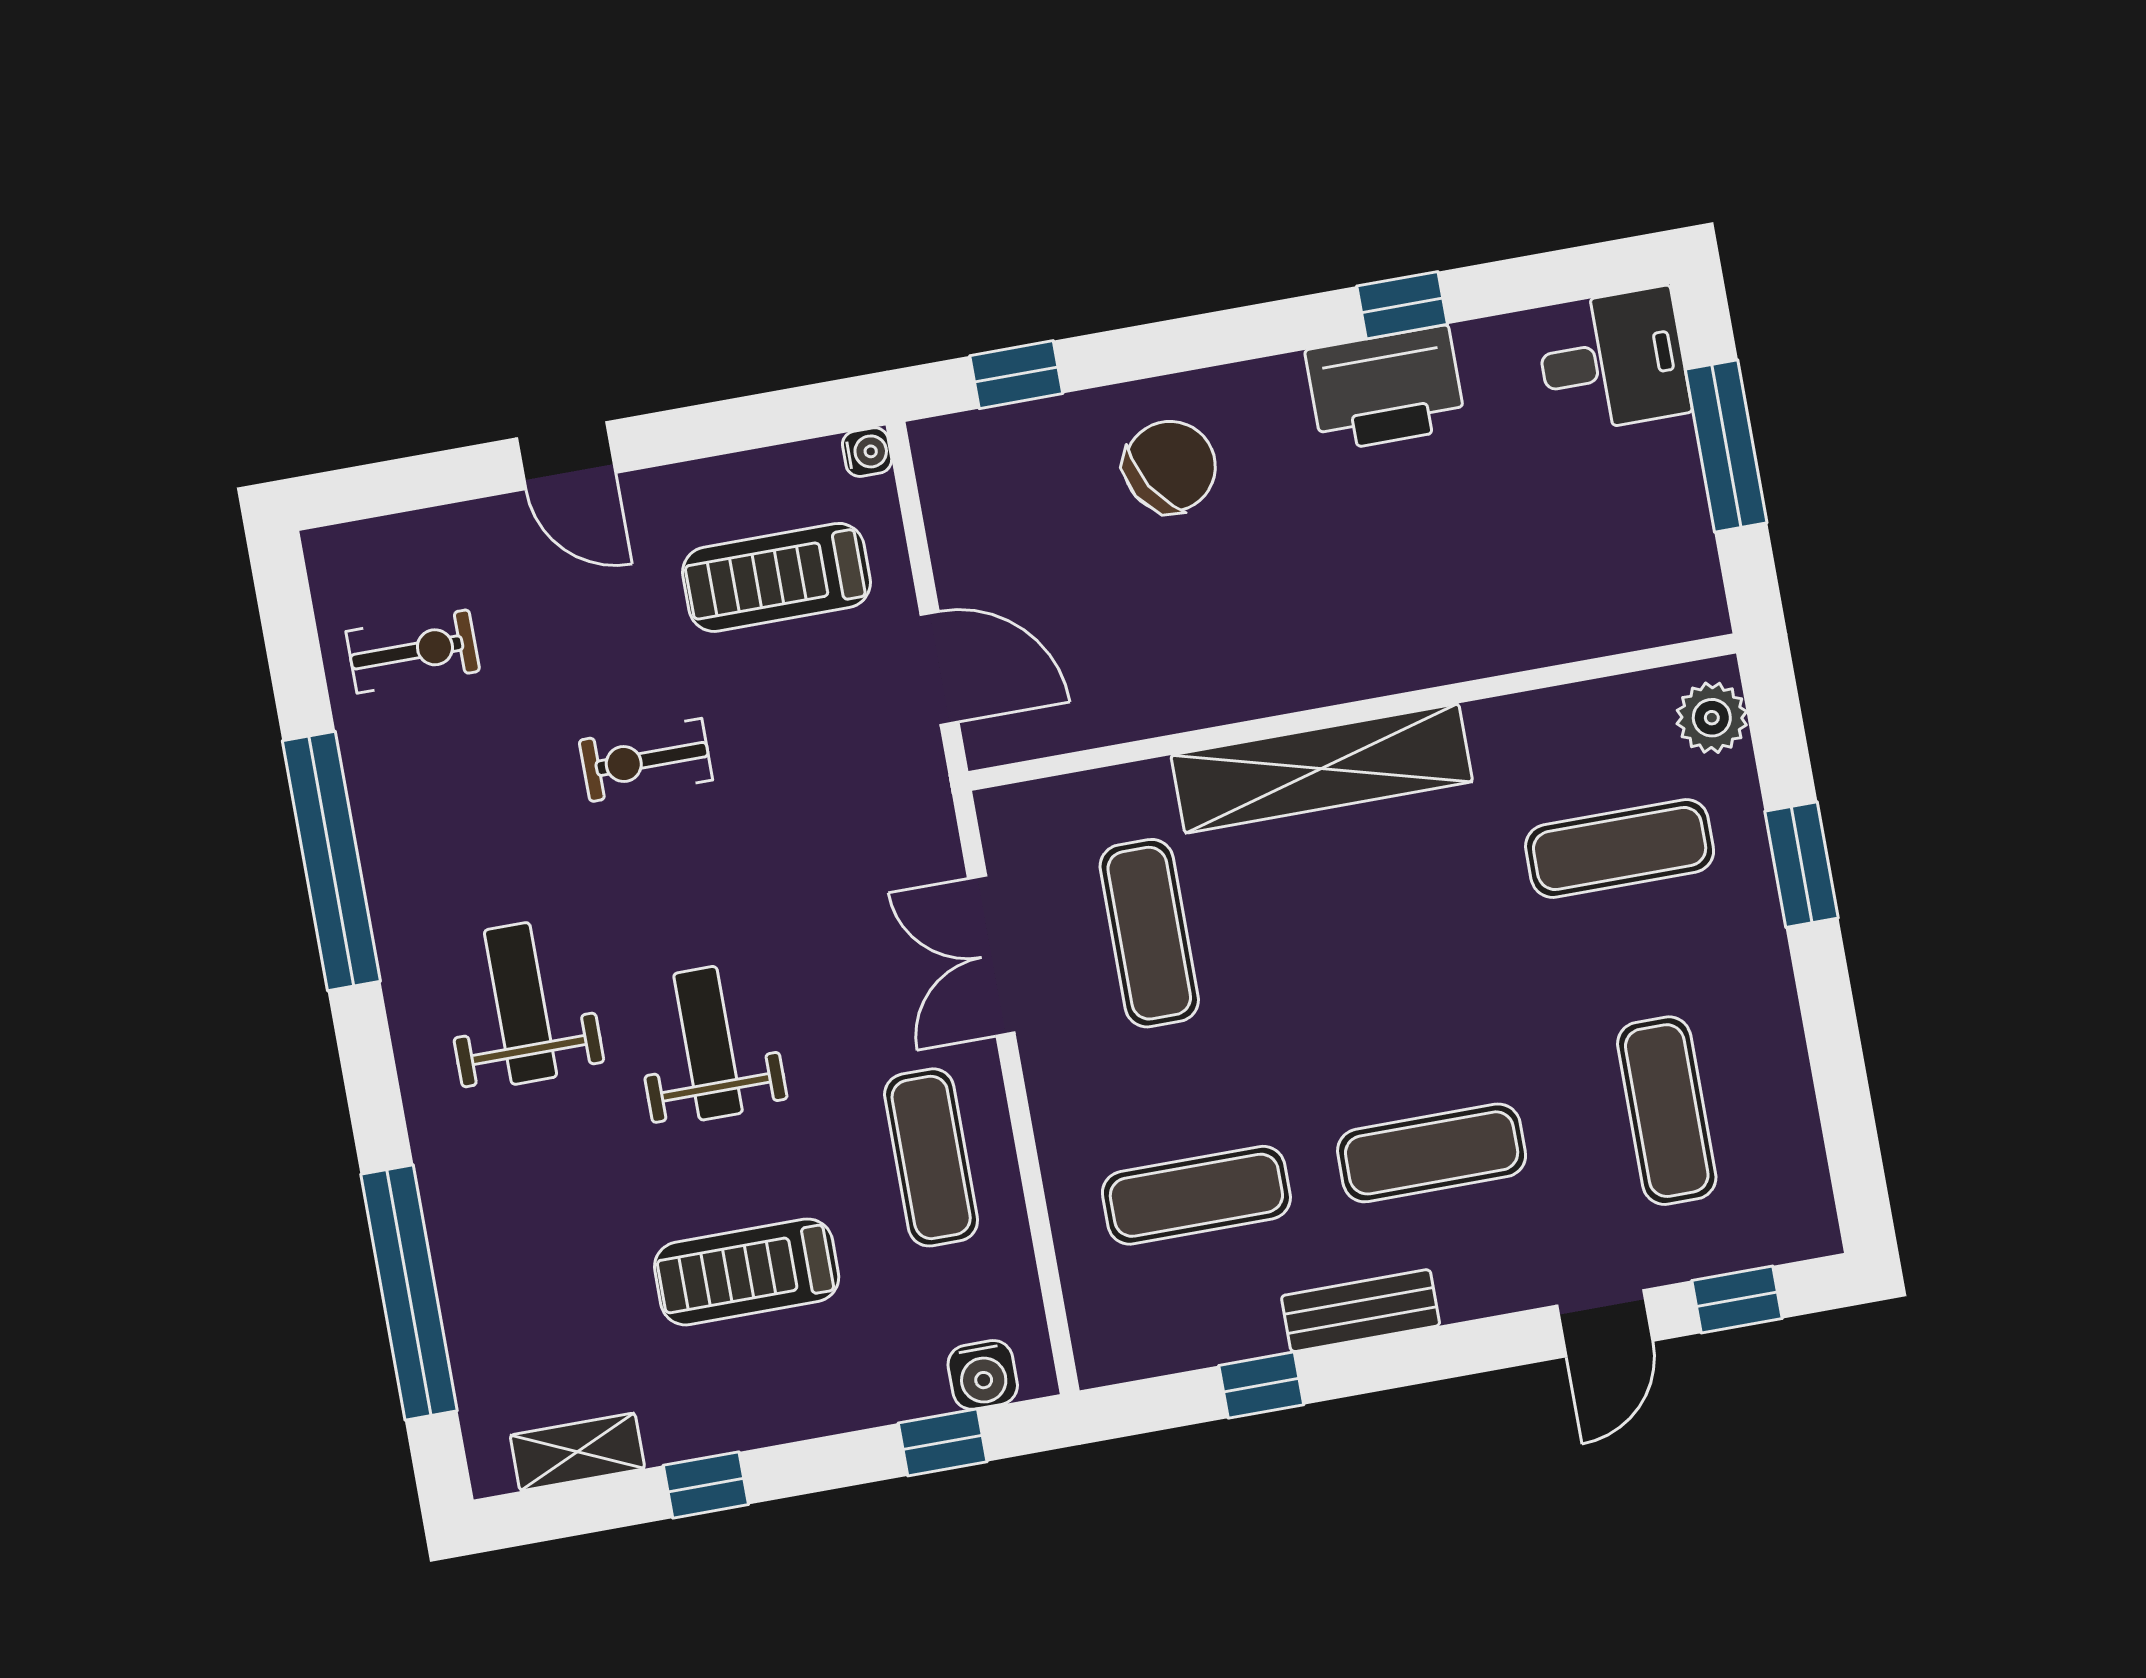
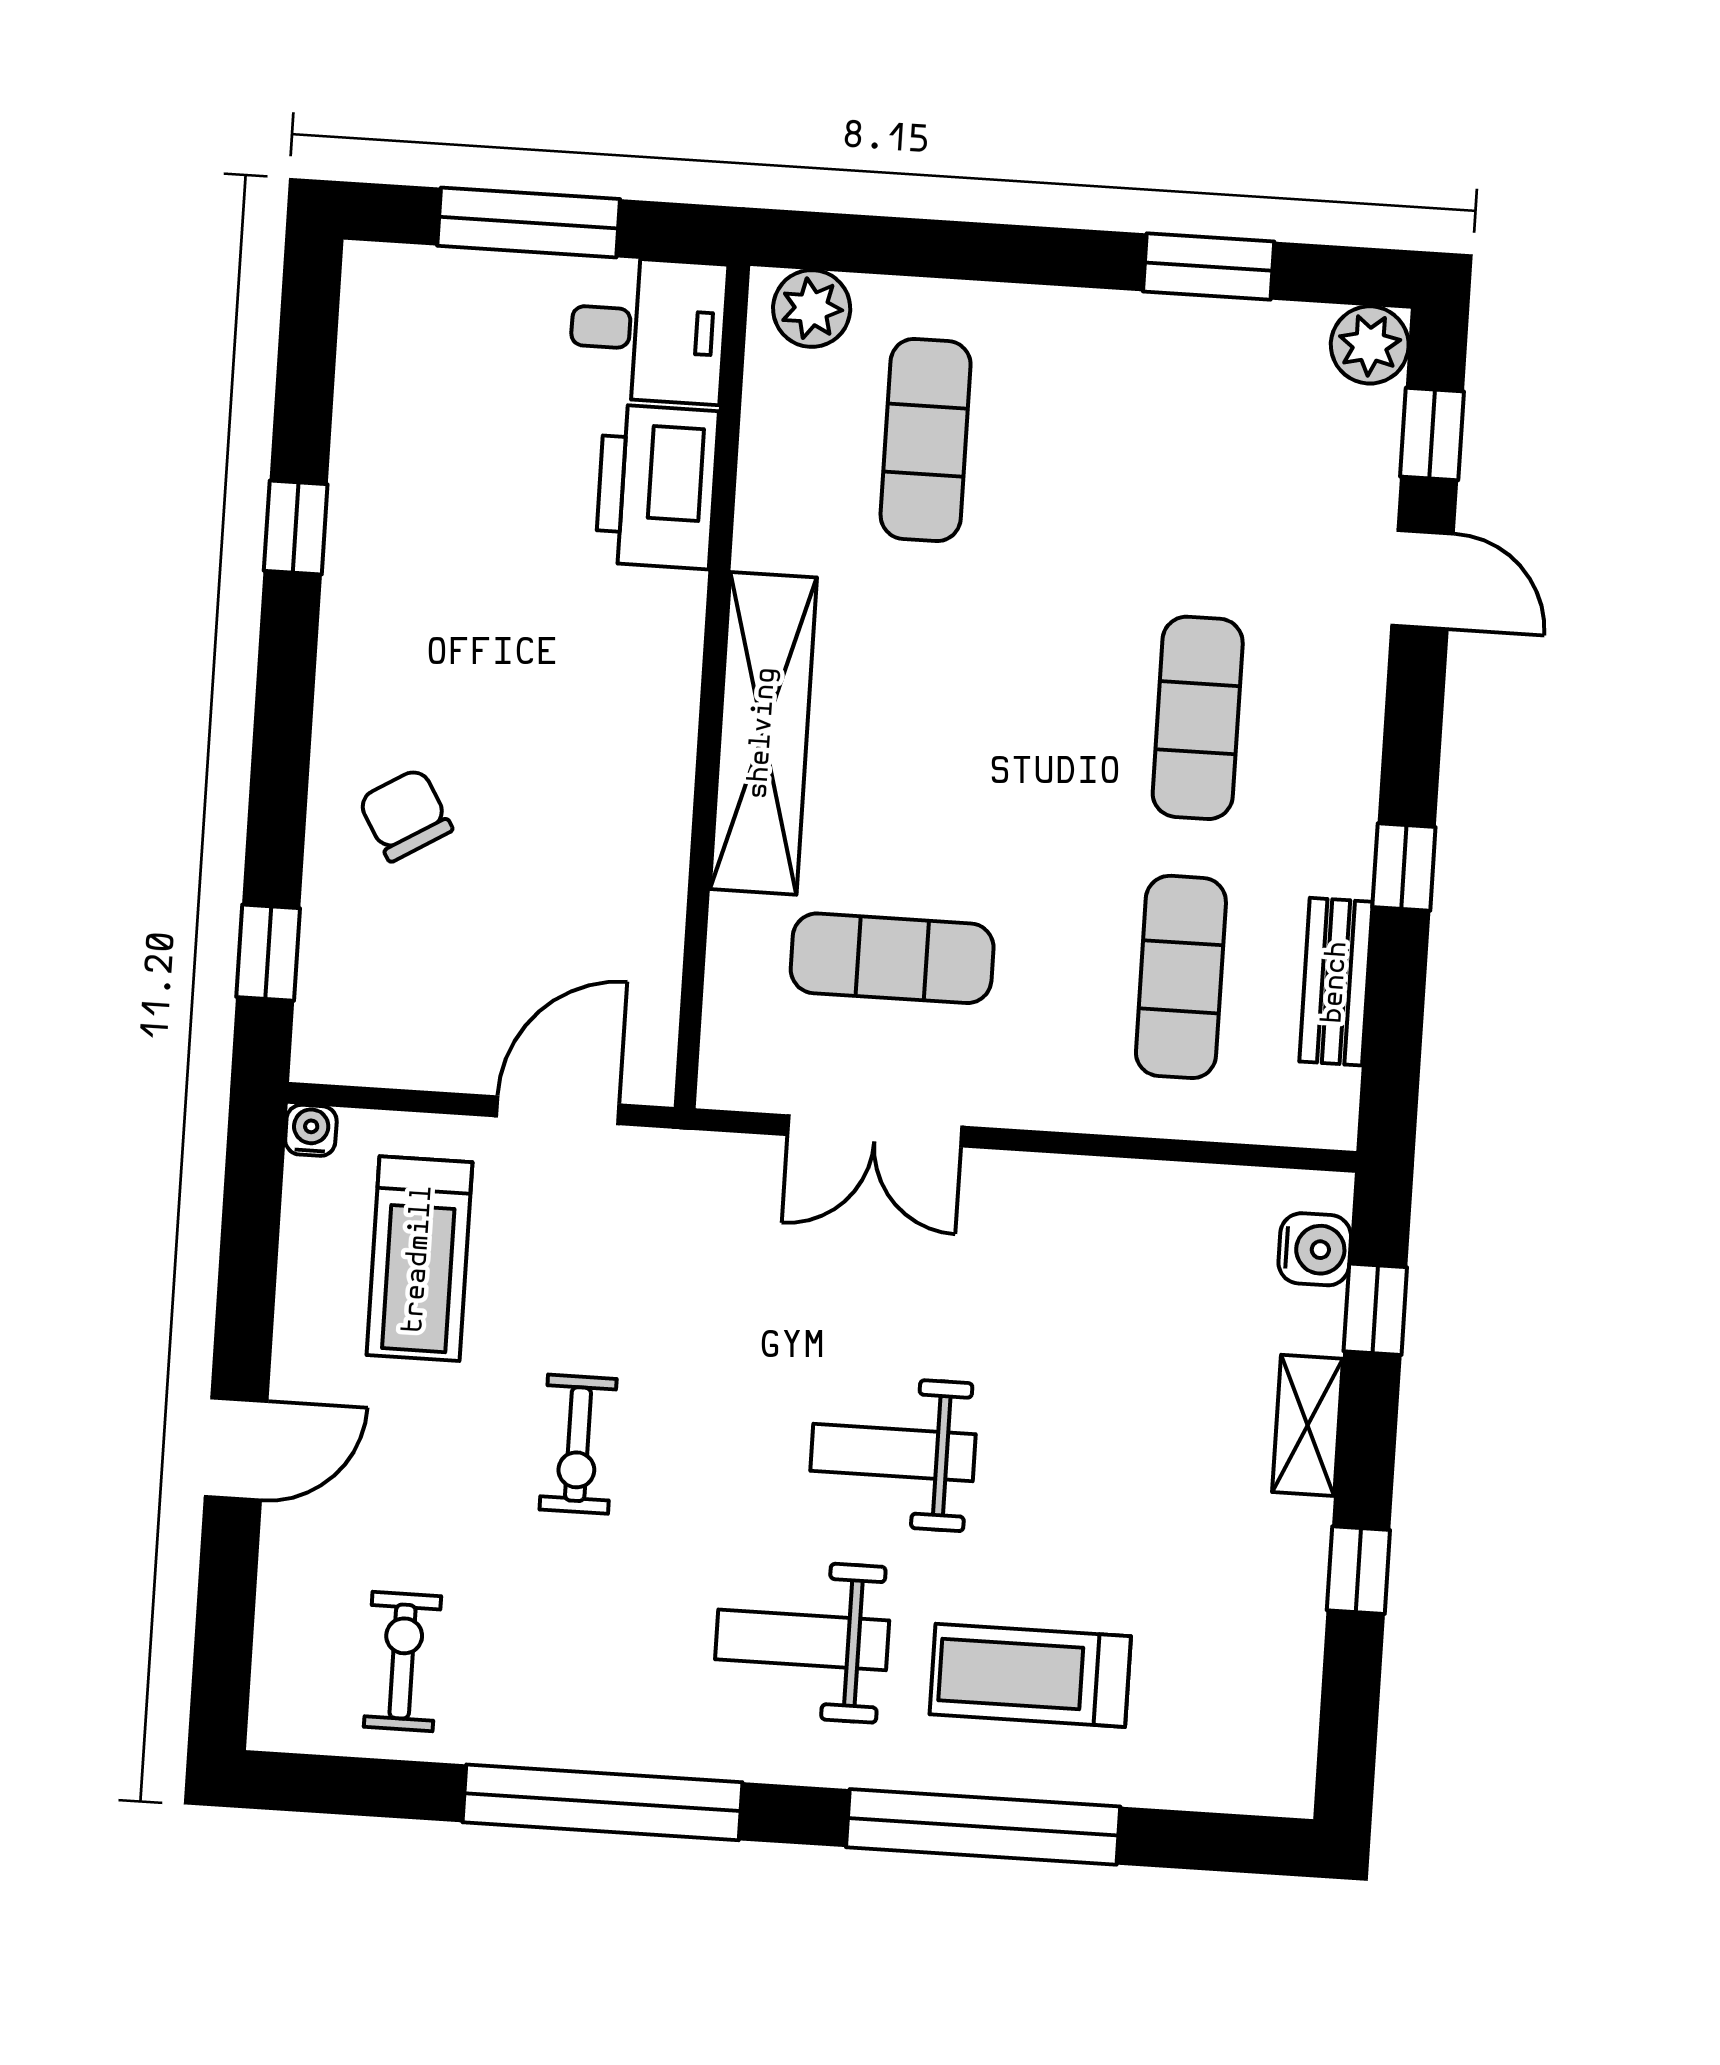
desk: (1612, 360) -> (648, 330), moved, turned 90
printer: (1386, 389) -> (657, 487), moved, turned 180
chair: (1170, 467) -> (405, 815), width x0.73, depth x0.73
window: (1801, 865) -> (1209, 266), moved
exercise mat: (1667, 1111) -> (1214, 459), removed
exercise mat: (931, 1157) -> (1072, 1247), removed
plant: (1803, 1224) -> (1370, 345), added
treadmill: (747, 1272) -> (1030, 1675), moved, turned 90
window: (409, 1293) -> (983, 1827), moved
bench: (1361, 1311) -> (1336, 982), moved
window: (1261, 1385) -> (1404, 867), moved
shelving: (577, 1452) -> (1308, 1425), moved

